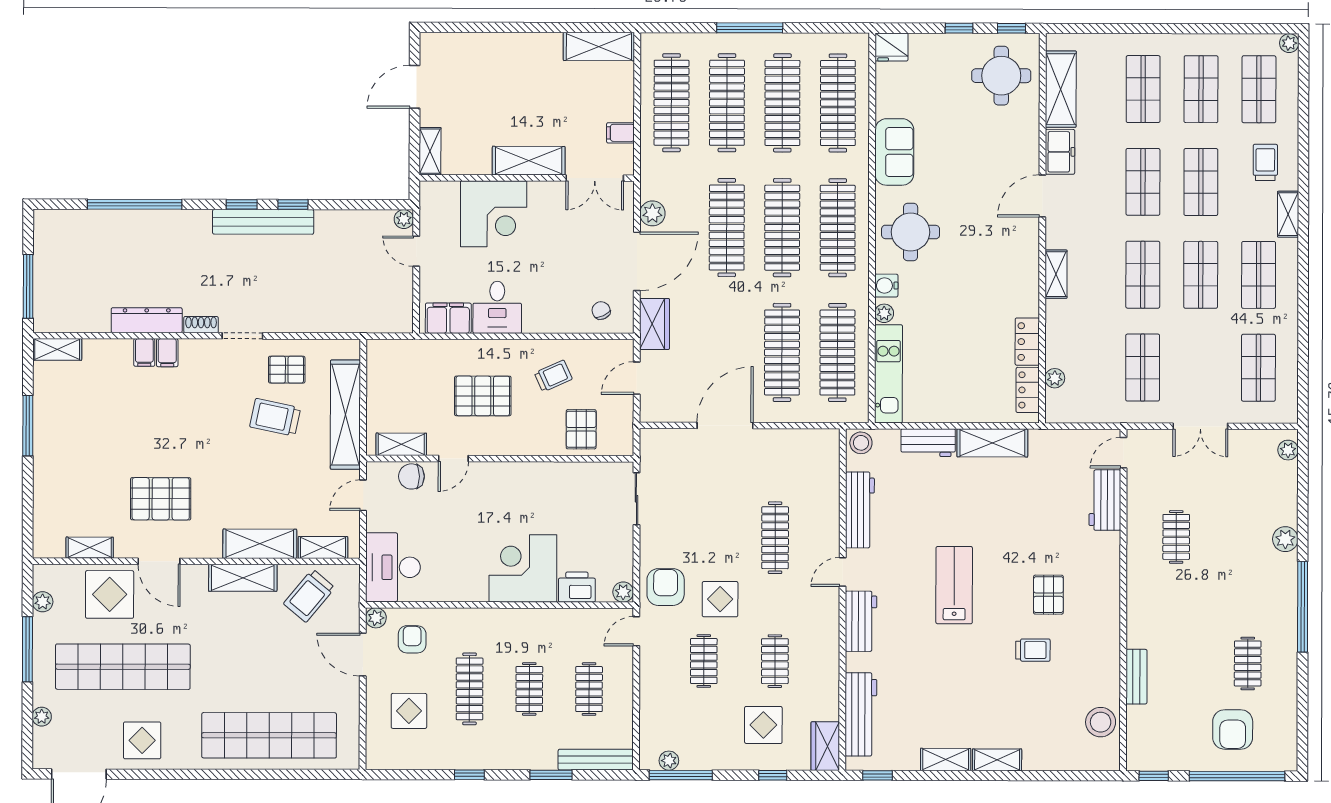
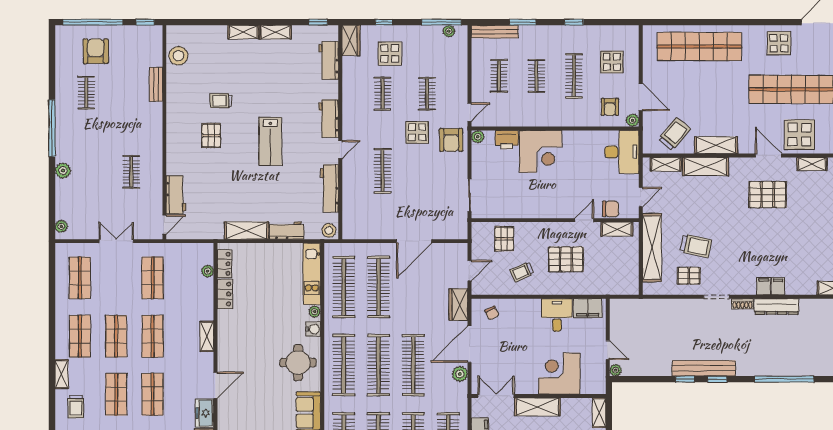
workbench: (861, 714) -> (329, 60), width x0.73

